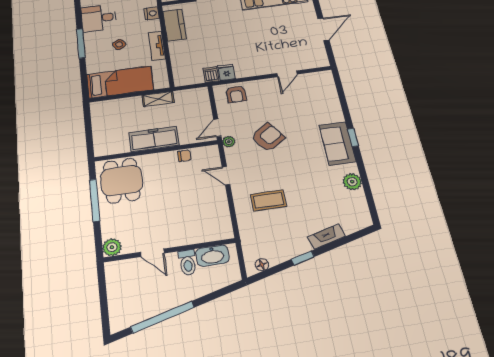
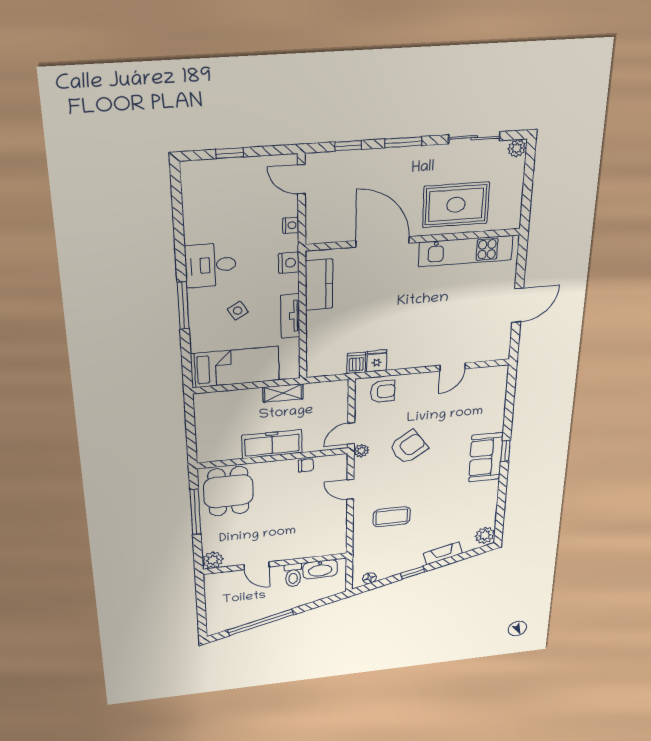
armchair: (236, 94) -> (383, 391), turned -90
plant: (352, 182) -> (485, 535), moved

